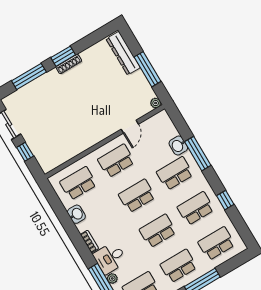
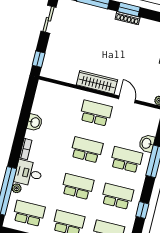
door: (130, 127) -> (127, 99), swing flipped
wardrobe: (94, 136) -> (97, 82), added
window: (25, 152) -> (39, 59), moved
school desk: (78, 183) -> (56, 103), removed

